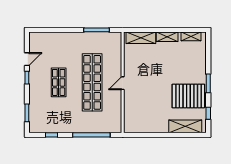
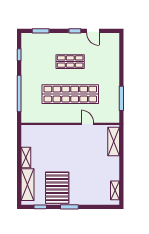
shelving: (167, 37) -> (26, 158), moved
door: (123, 83) -> (87, 124), moved

